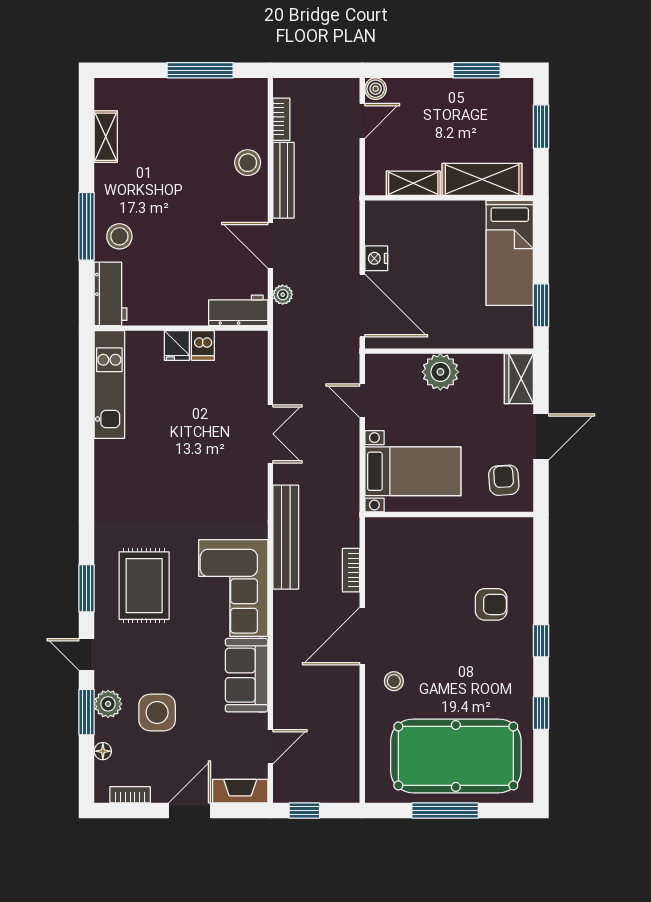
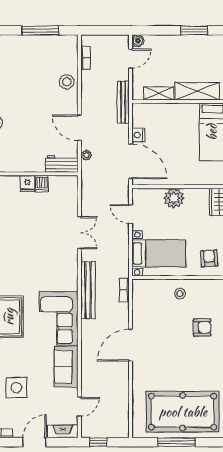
bench: (283, 180) -> (123, 102), moved
bookcase: (351, 570) -> (124, 290), moved
stool: (394, 681) -> (180, 294), moved

